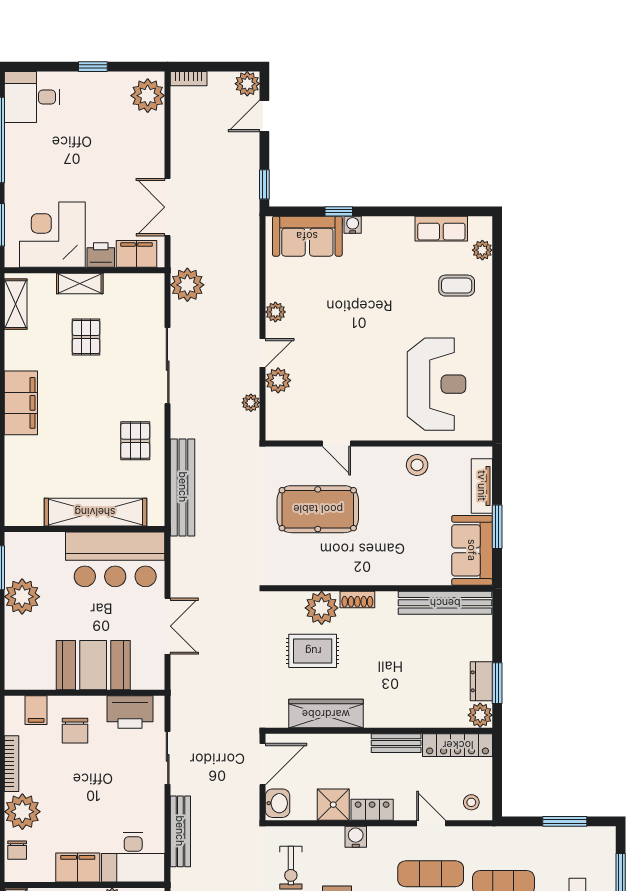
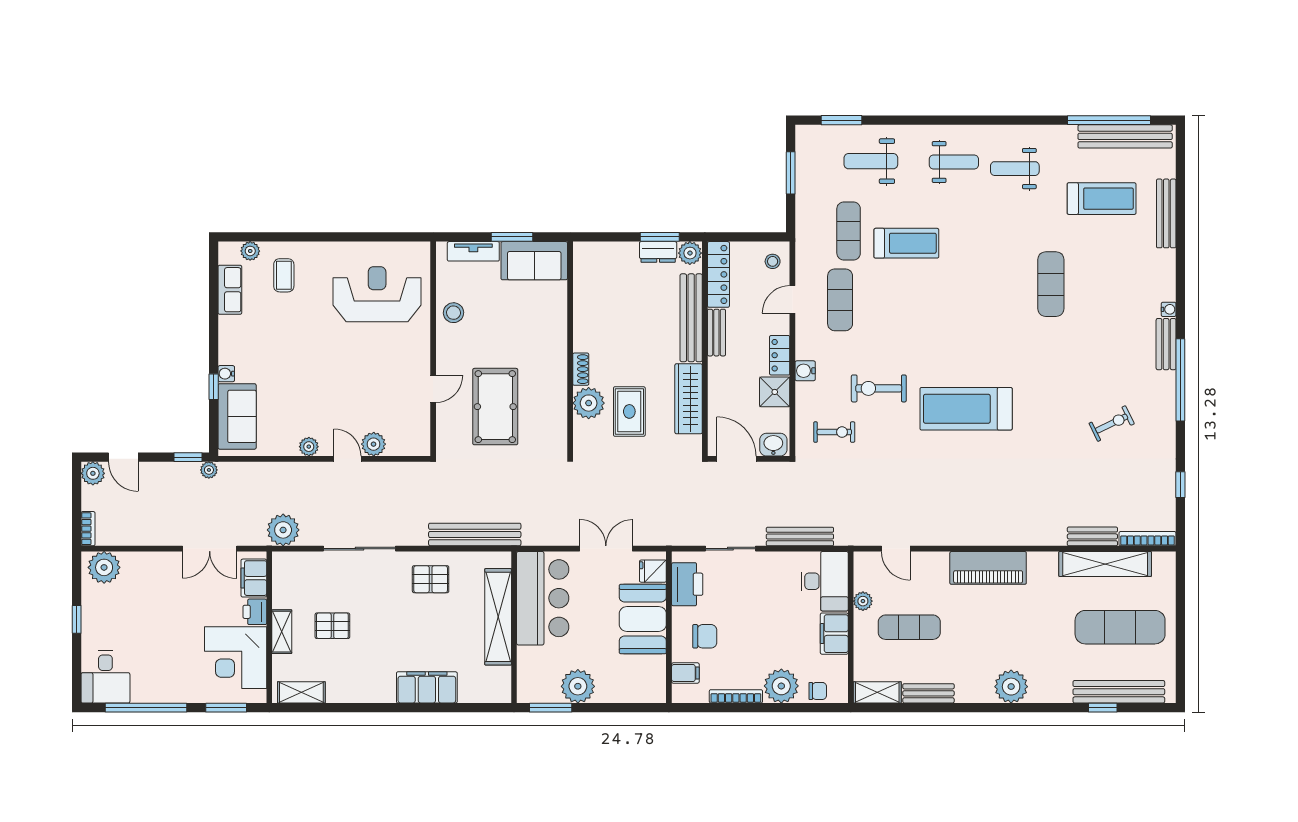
filing cabinet: (21, 403) -> (427, 687), moved
plant: (251, 403) -> (209, 470), moved
bench: (445, 603) -> (691, 318), moved
fridge: (144, 676) -> (653, 571), added

